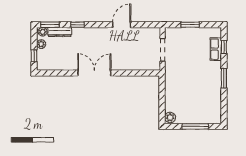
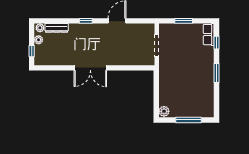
window: (50, 25) -> (47, 21), removed
window: (77, 25) -> (86, 21), moved
row of seats: (216, 49) -> (209, 35), moved
double door: (94, 73) -> (90, 68), swing flipped

